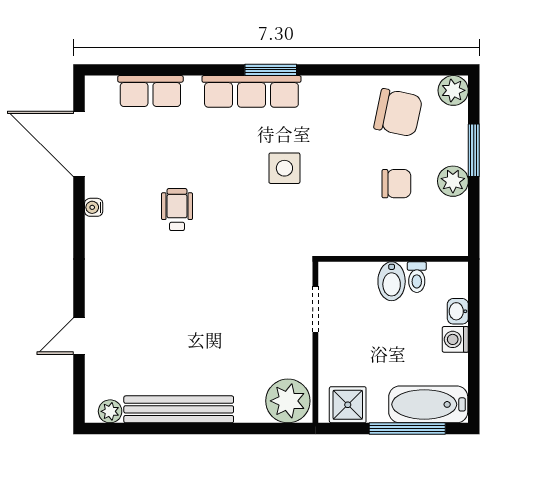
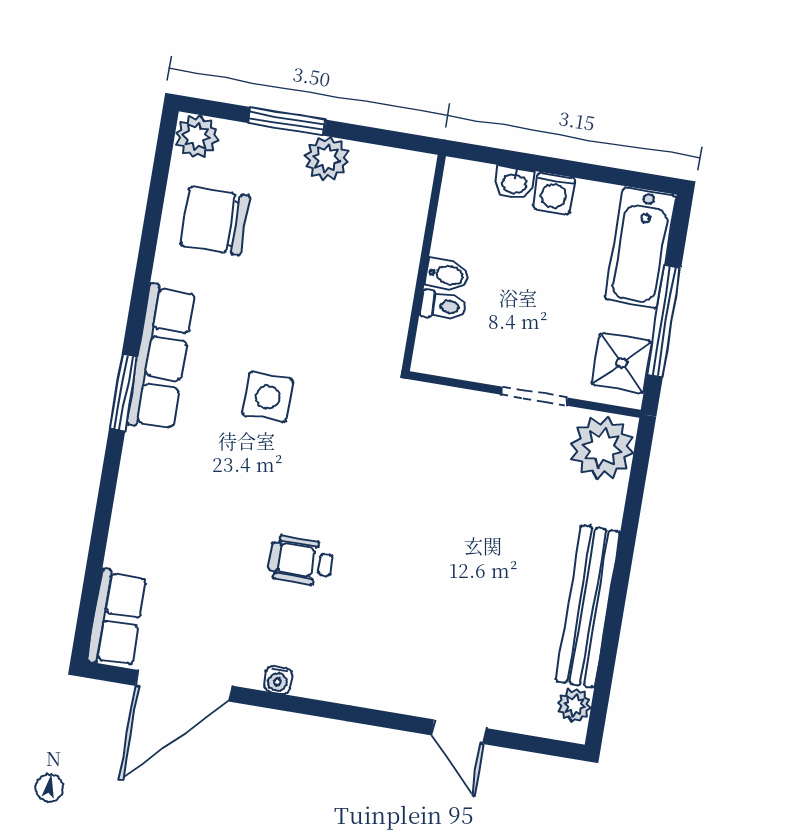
row of seats: (150, 91) -> (117, 618), moved
row of seats: (251, 91) -> (161, 357), moved
chair: (398, 113) -> (215, 221), turned -102
chair: (396, 184) -> (317, 240), removed
toilet: (417, 277) -> (443, 306), moved
bidet: (392, 281) -> (447, 275), width x0.72, depth x0.74
doorway: (315, 309) -> (534, 396), moved
window: (407, 429) -> (664, 321), moved

